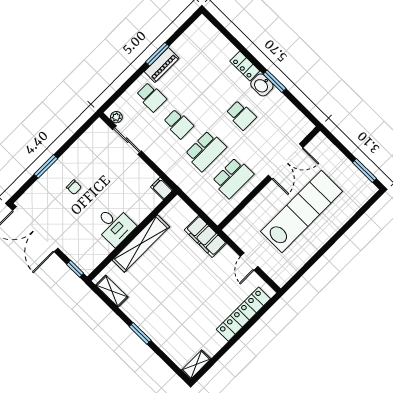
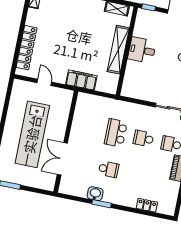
locker: (245, 66) -> (147, 205), moved
washbasin: (262, 85) -> (95, 194), moved
school desk: (241, 115) -> (108, 169), turned 180
school desk: (233, 178) -> (88, 127), removed
filing cabinet: (162, 189) -> (128, 92), removed

